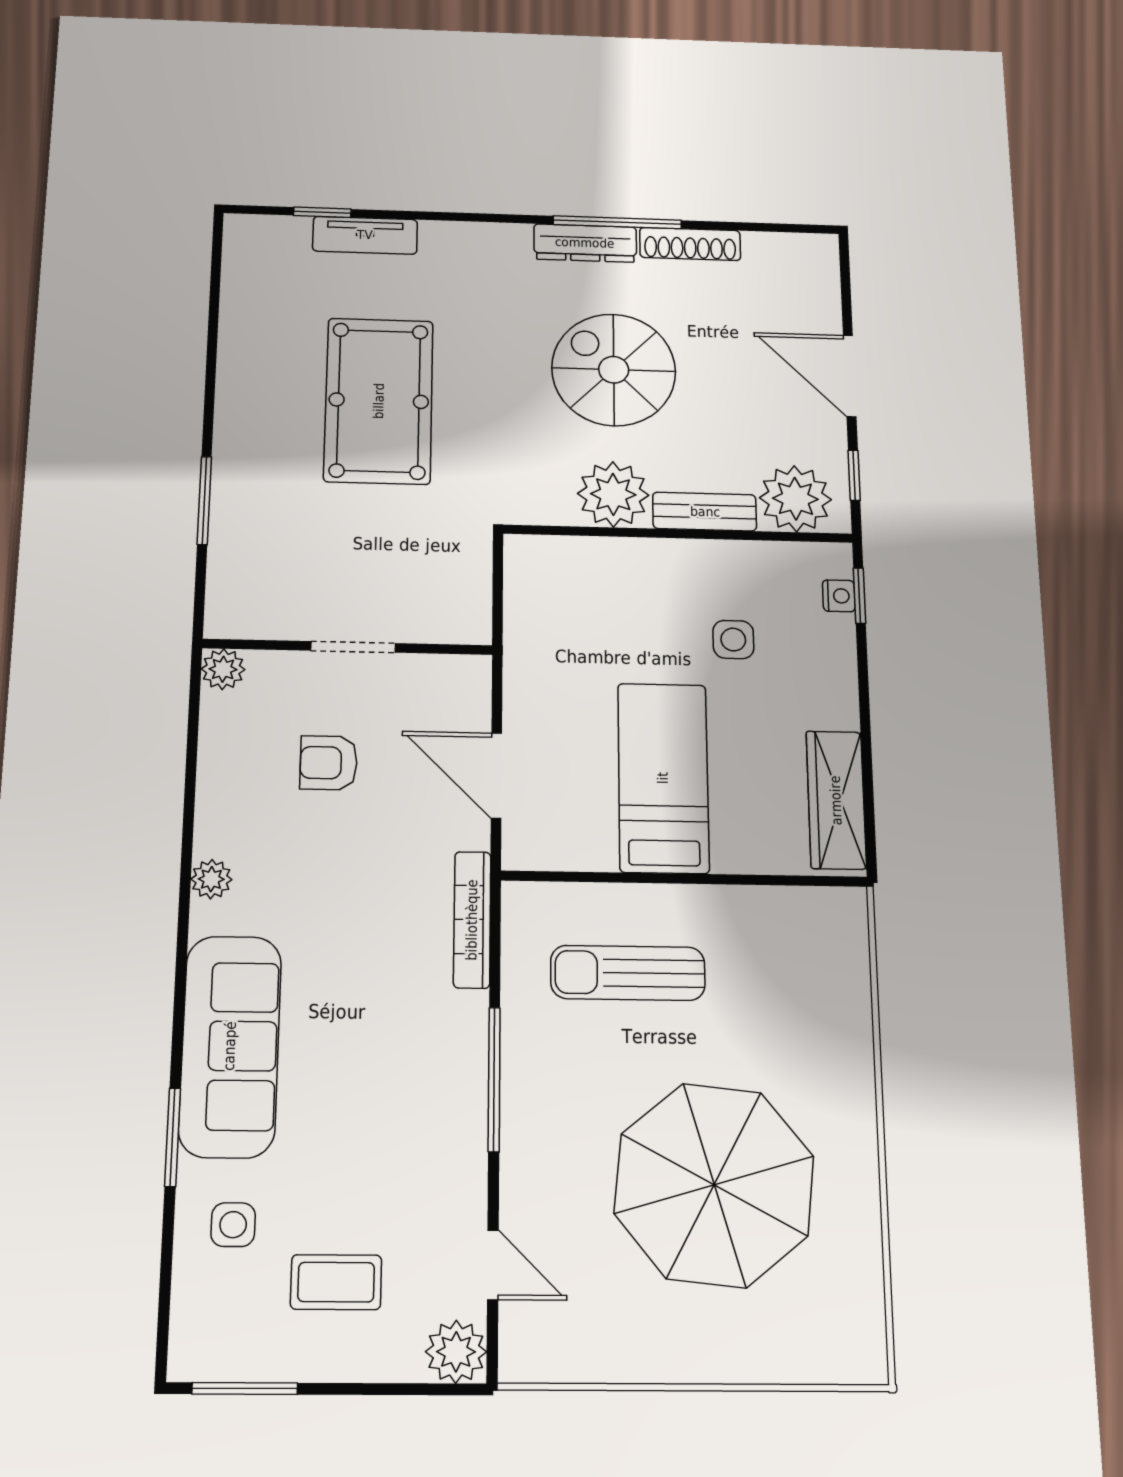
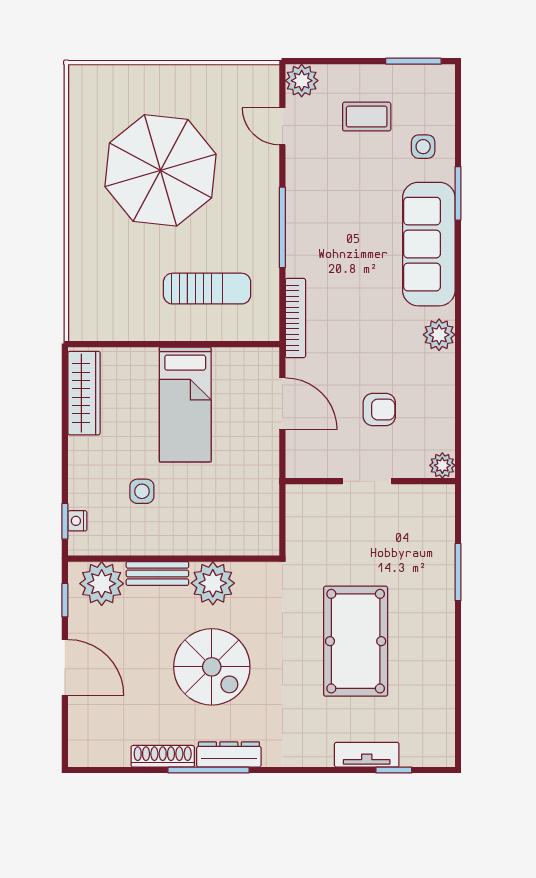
plant: (211, 879) -> (439, 335), width x1.38, depth x1.38

